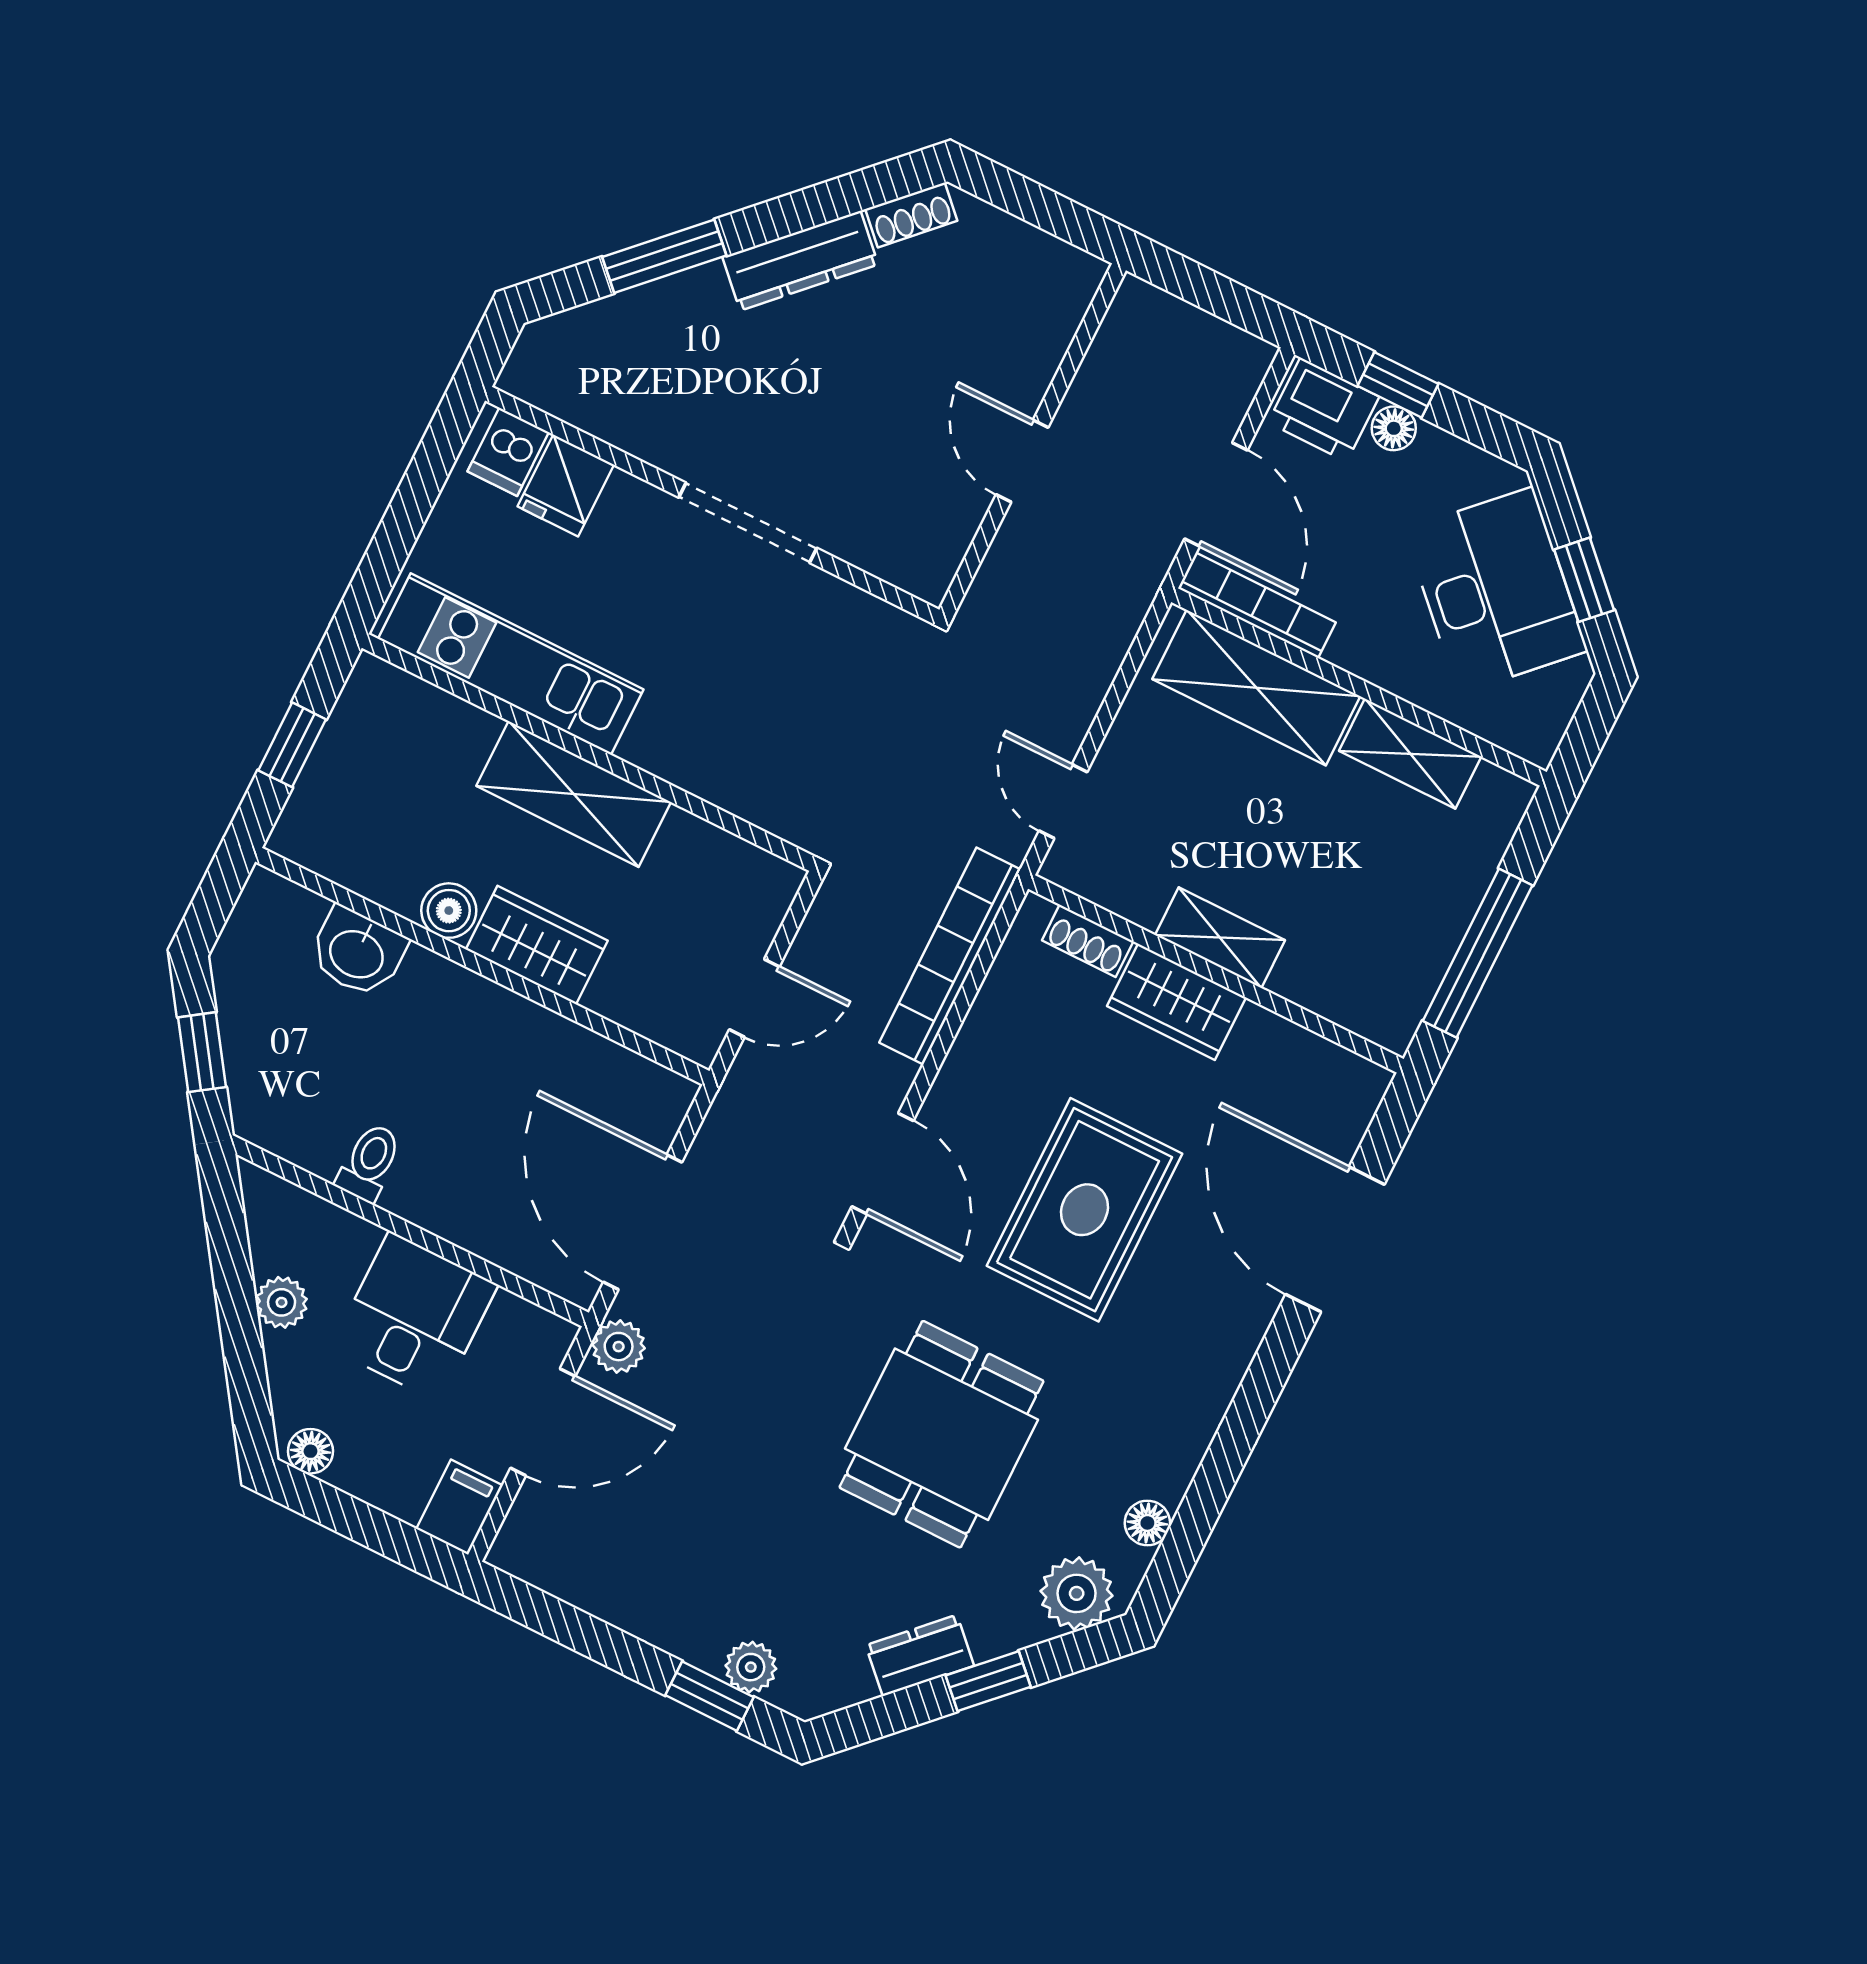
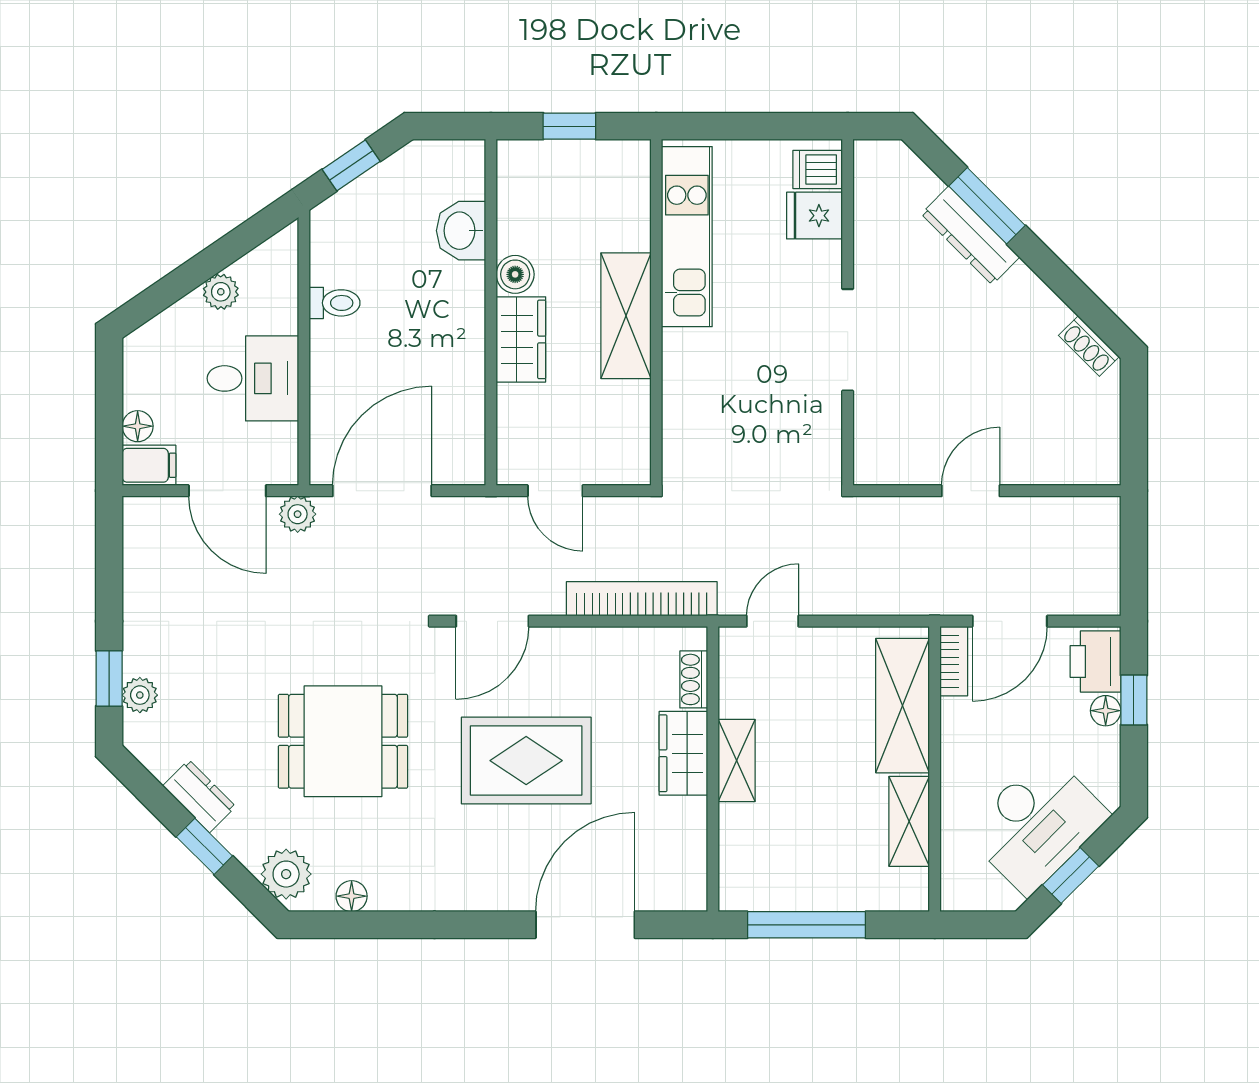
dresser: (800, 261) -> (970, 236), moved
bookcase: (1257, 605) -> (954, 661), width x0.64
floor lamp: (311, 1451) -> (138, 426), moved

